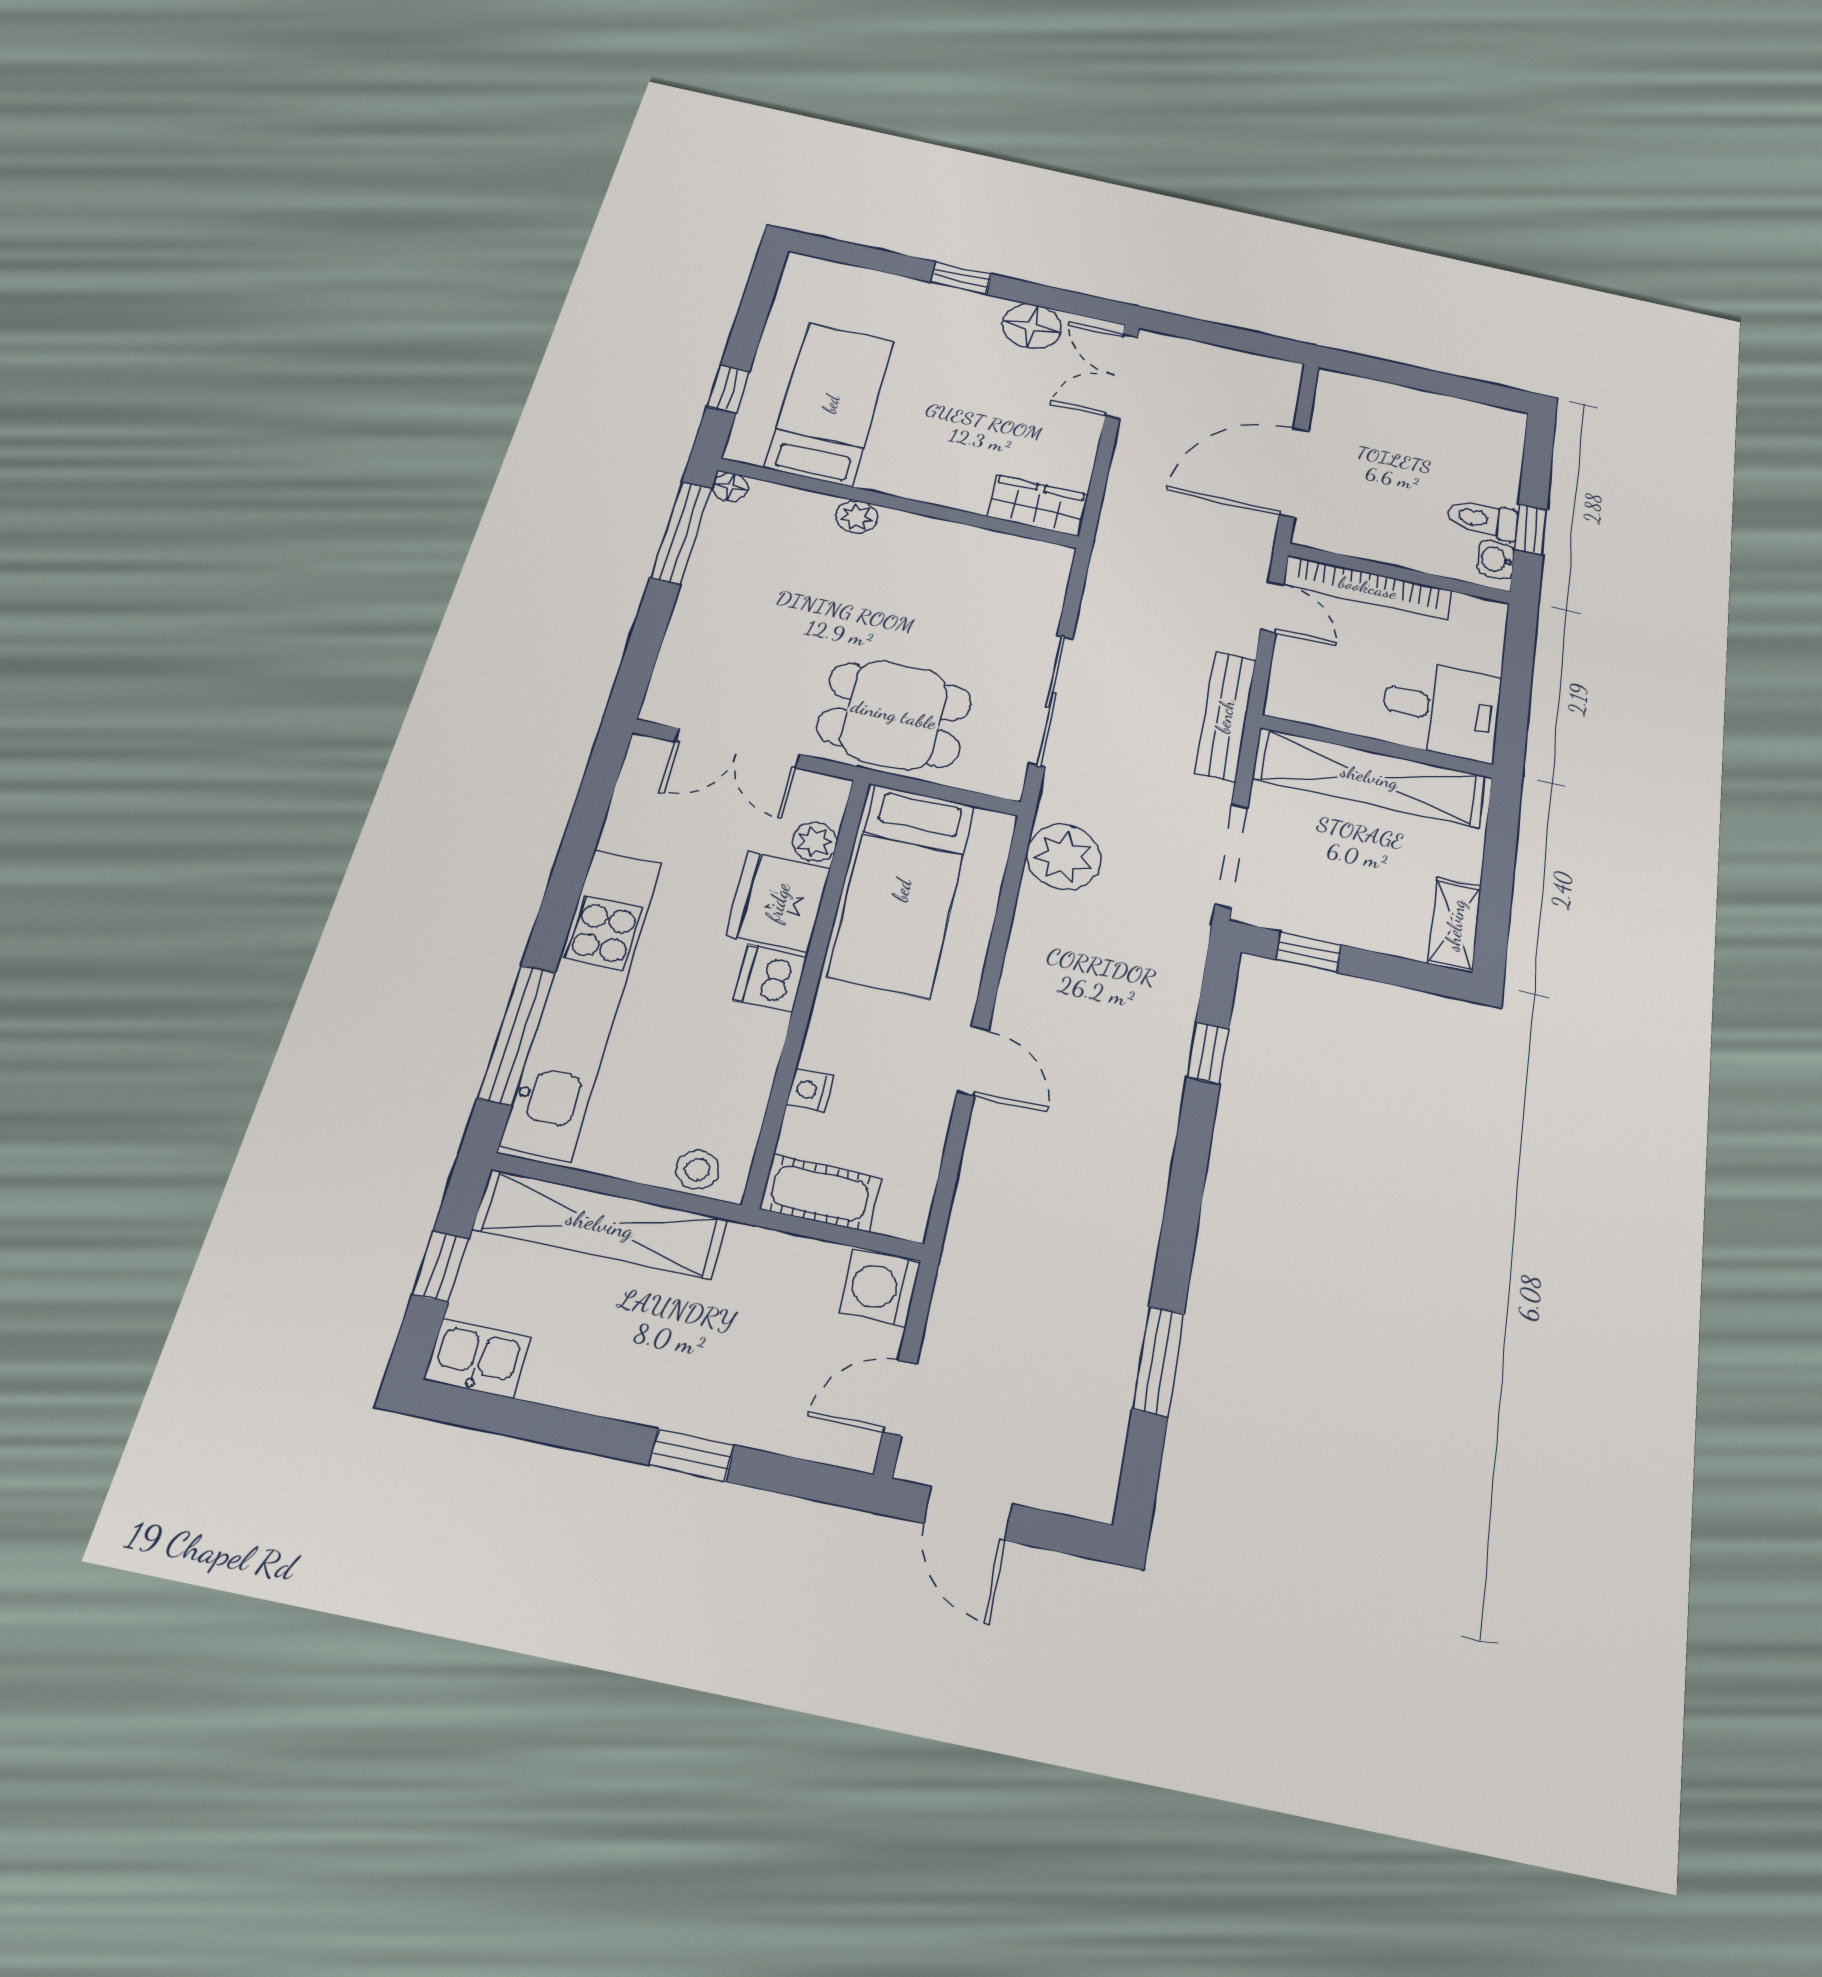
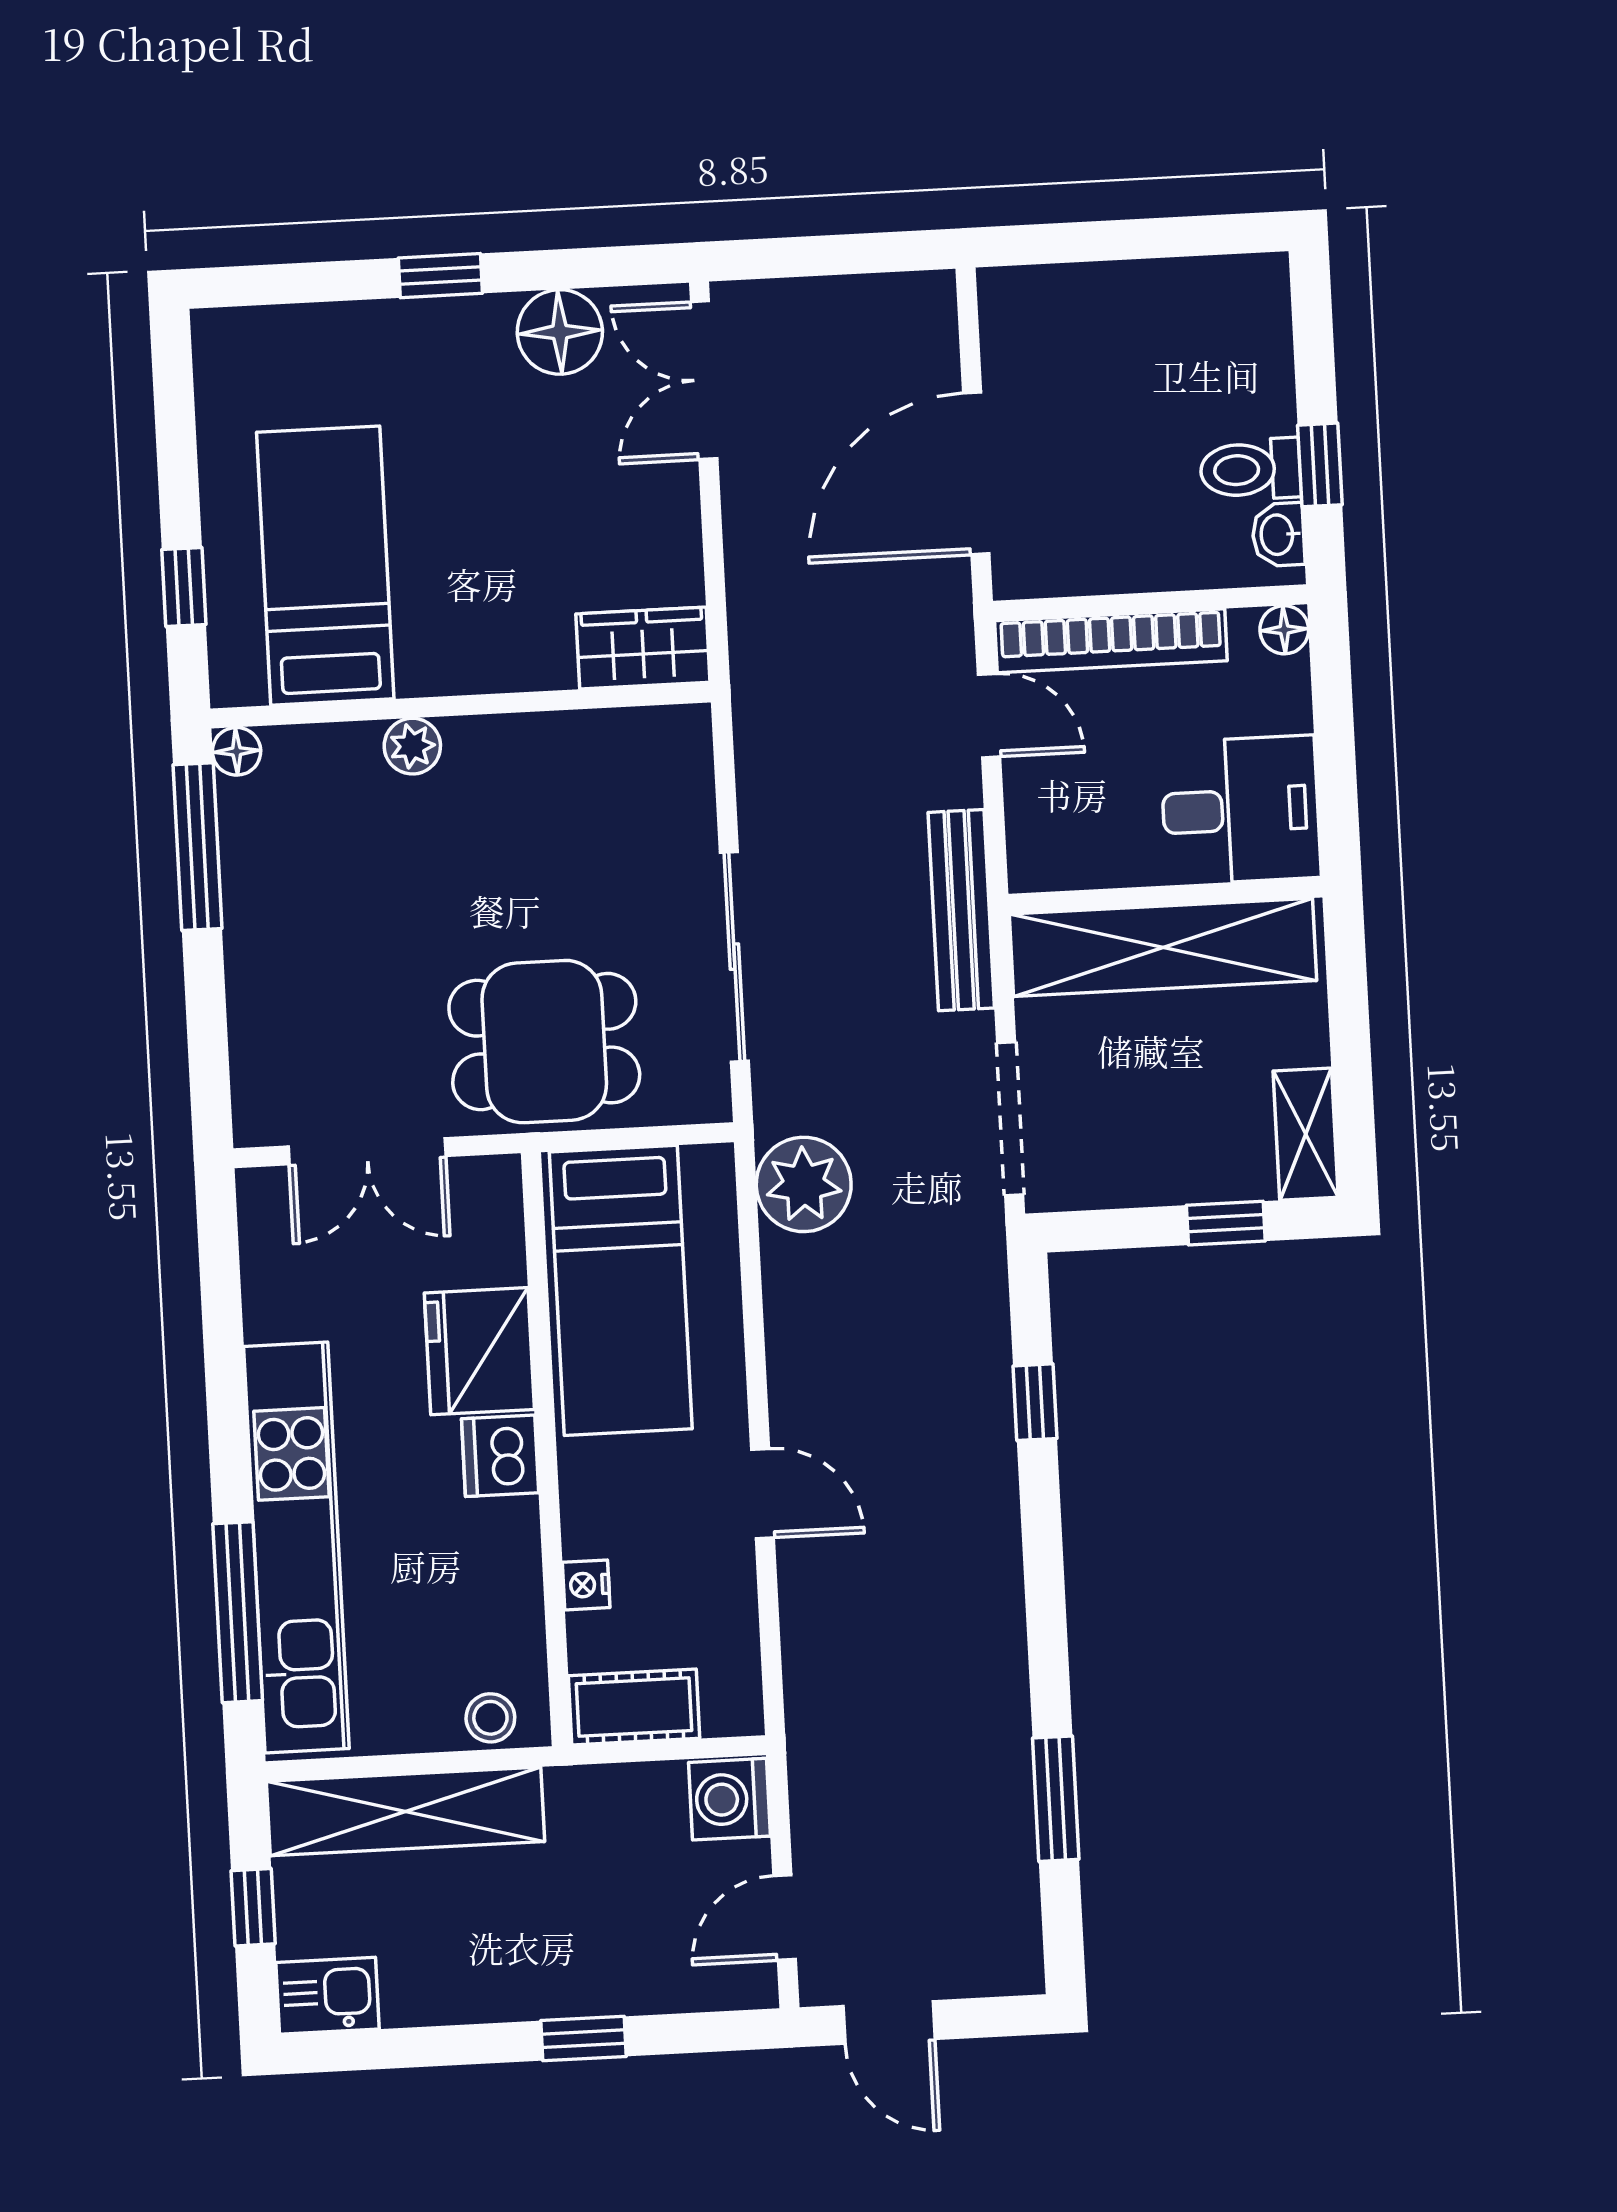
floor lamp: (1491, 613) -> (1284, 630), added
plant: (814, 842) -> (498, 1256), removed
window: (1309, 952) -> (1226, 1223), moved

